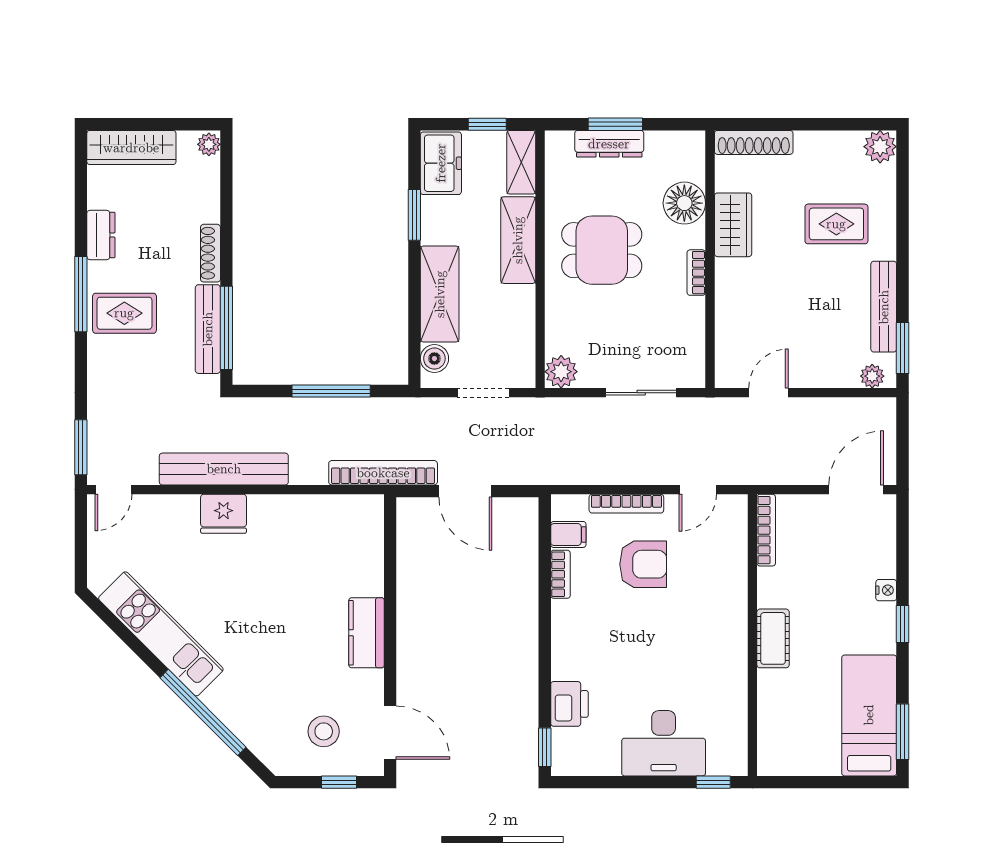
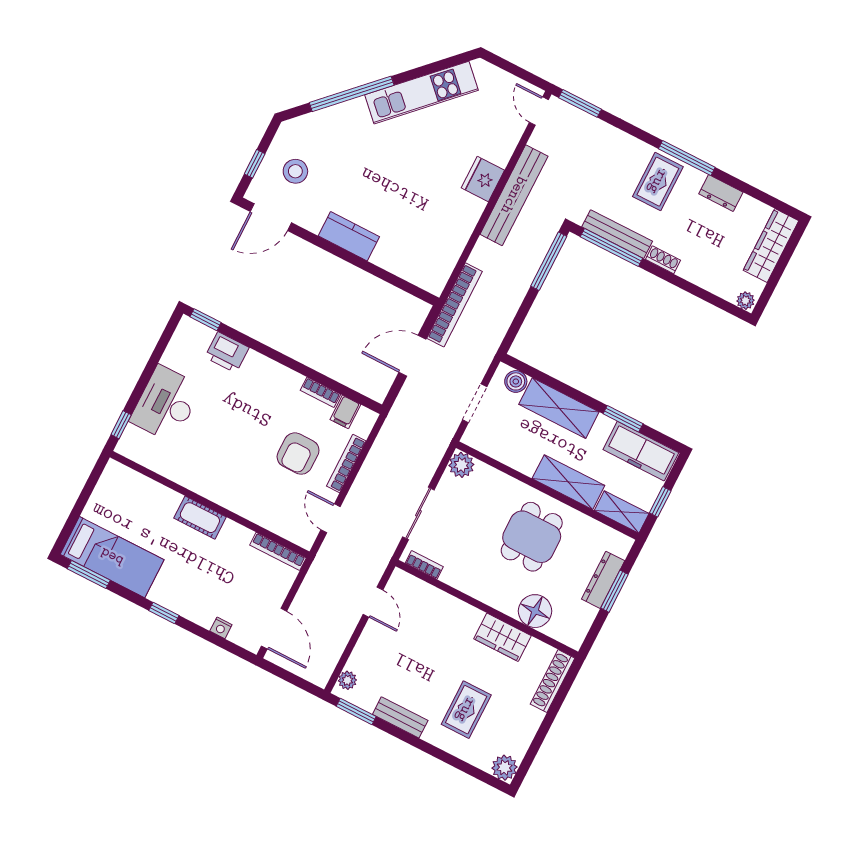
freezer: (441, 163) -> (641, 451), width x1.40
shoe rack: (210, 253) -> (663, 260), width x0.70
bookcase: (696, 273) -> (424, 565), moved
bench: (884, 307) -> (400, 717), width x0.73
window: (331, 391) -> (549, 261), moved
nightstand: (886, 590) -> (221, 628), moved

